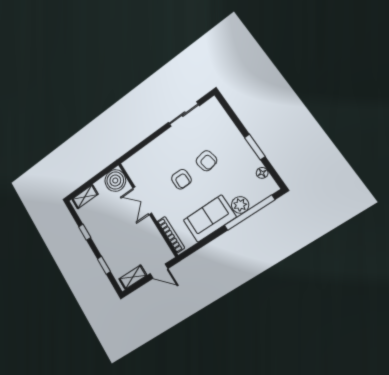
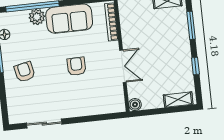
armchair: (206, 161) -> (25, 72), moved
boiler: (115, 181) -> (135, 105), width x0.54, depth x0.54
window: (104, 265) -> (191, 25), width x1.50

